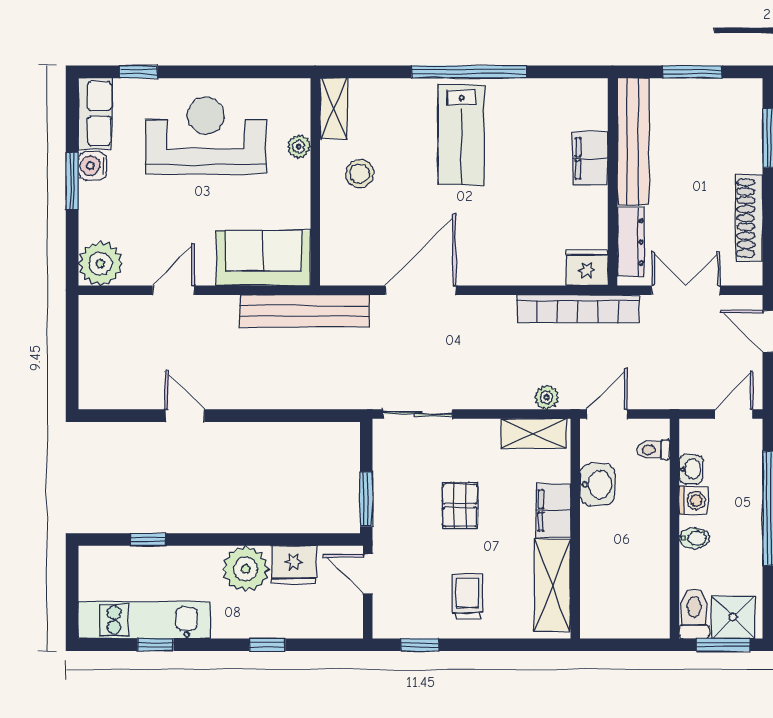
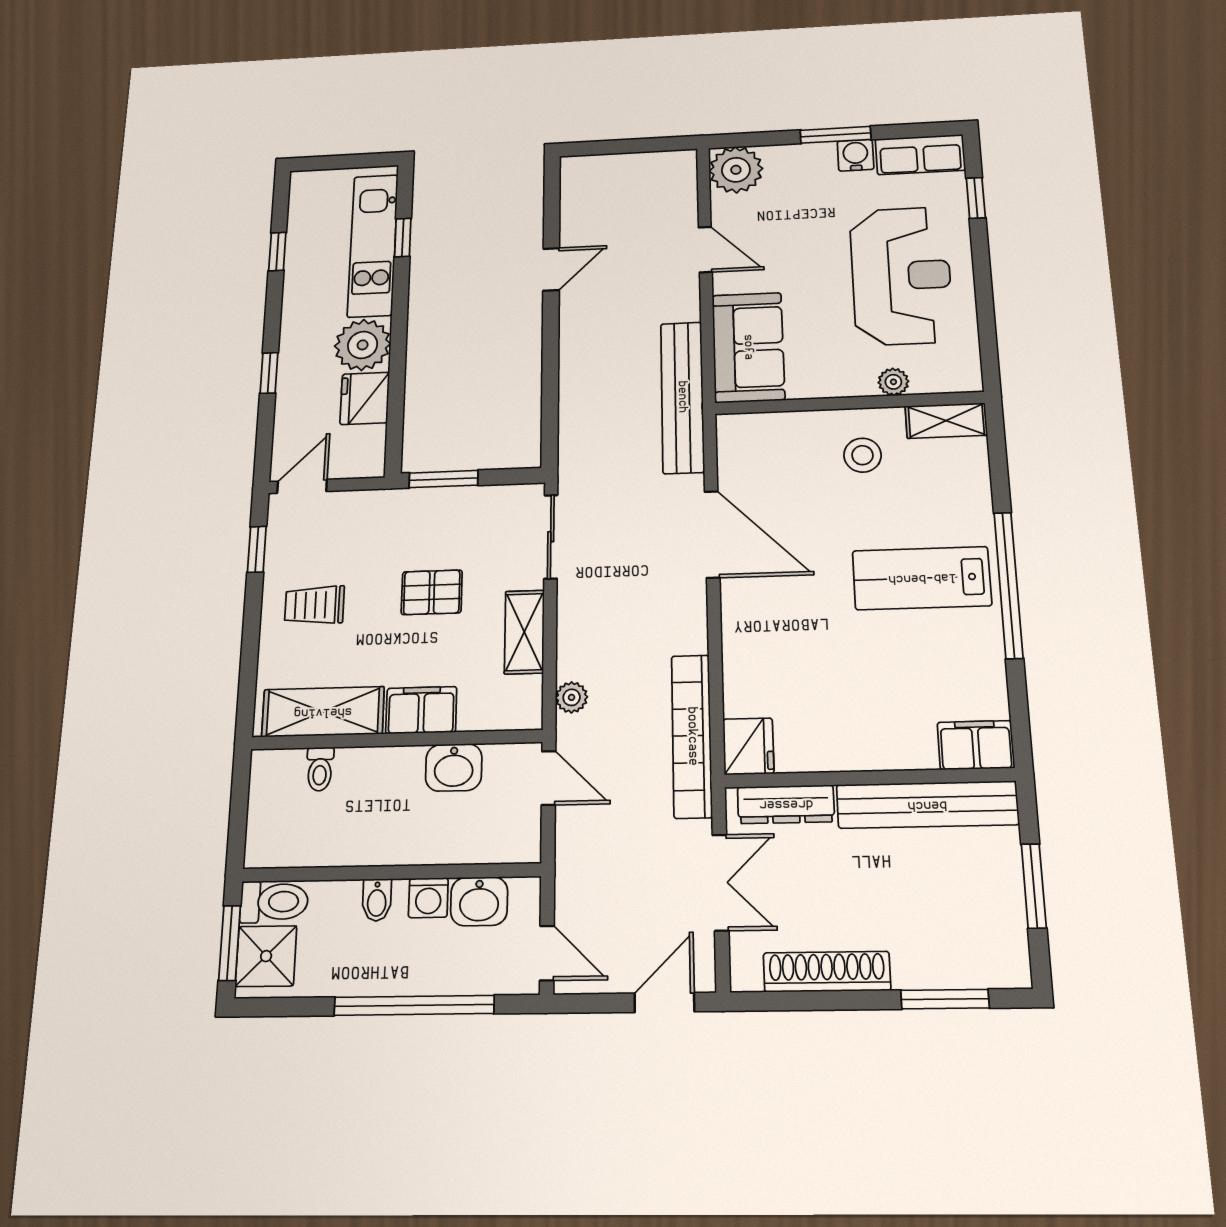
filing cabinet: (590, 158) -> (976, 745), moved
shelving: (534, 433) -> (524, 632), moved
toilet: (653, 450) -> (320, 769), moved, turned 180
washbasin: (691, 469) -> (479, 901), width x1.38, depth x1.45
door: (368, 574) -> (302, 486), moved
trolley: (467, 596) -> (314, 605), turned 180
kitchen unit: (144, 620) -> (373, 245), moved, turned 180

